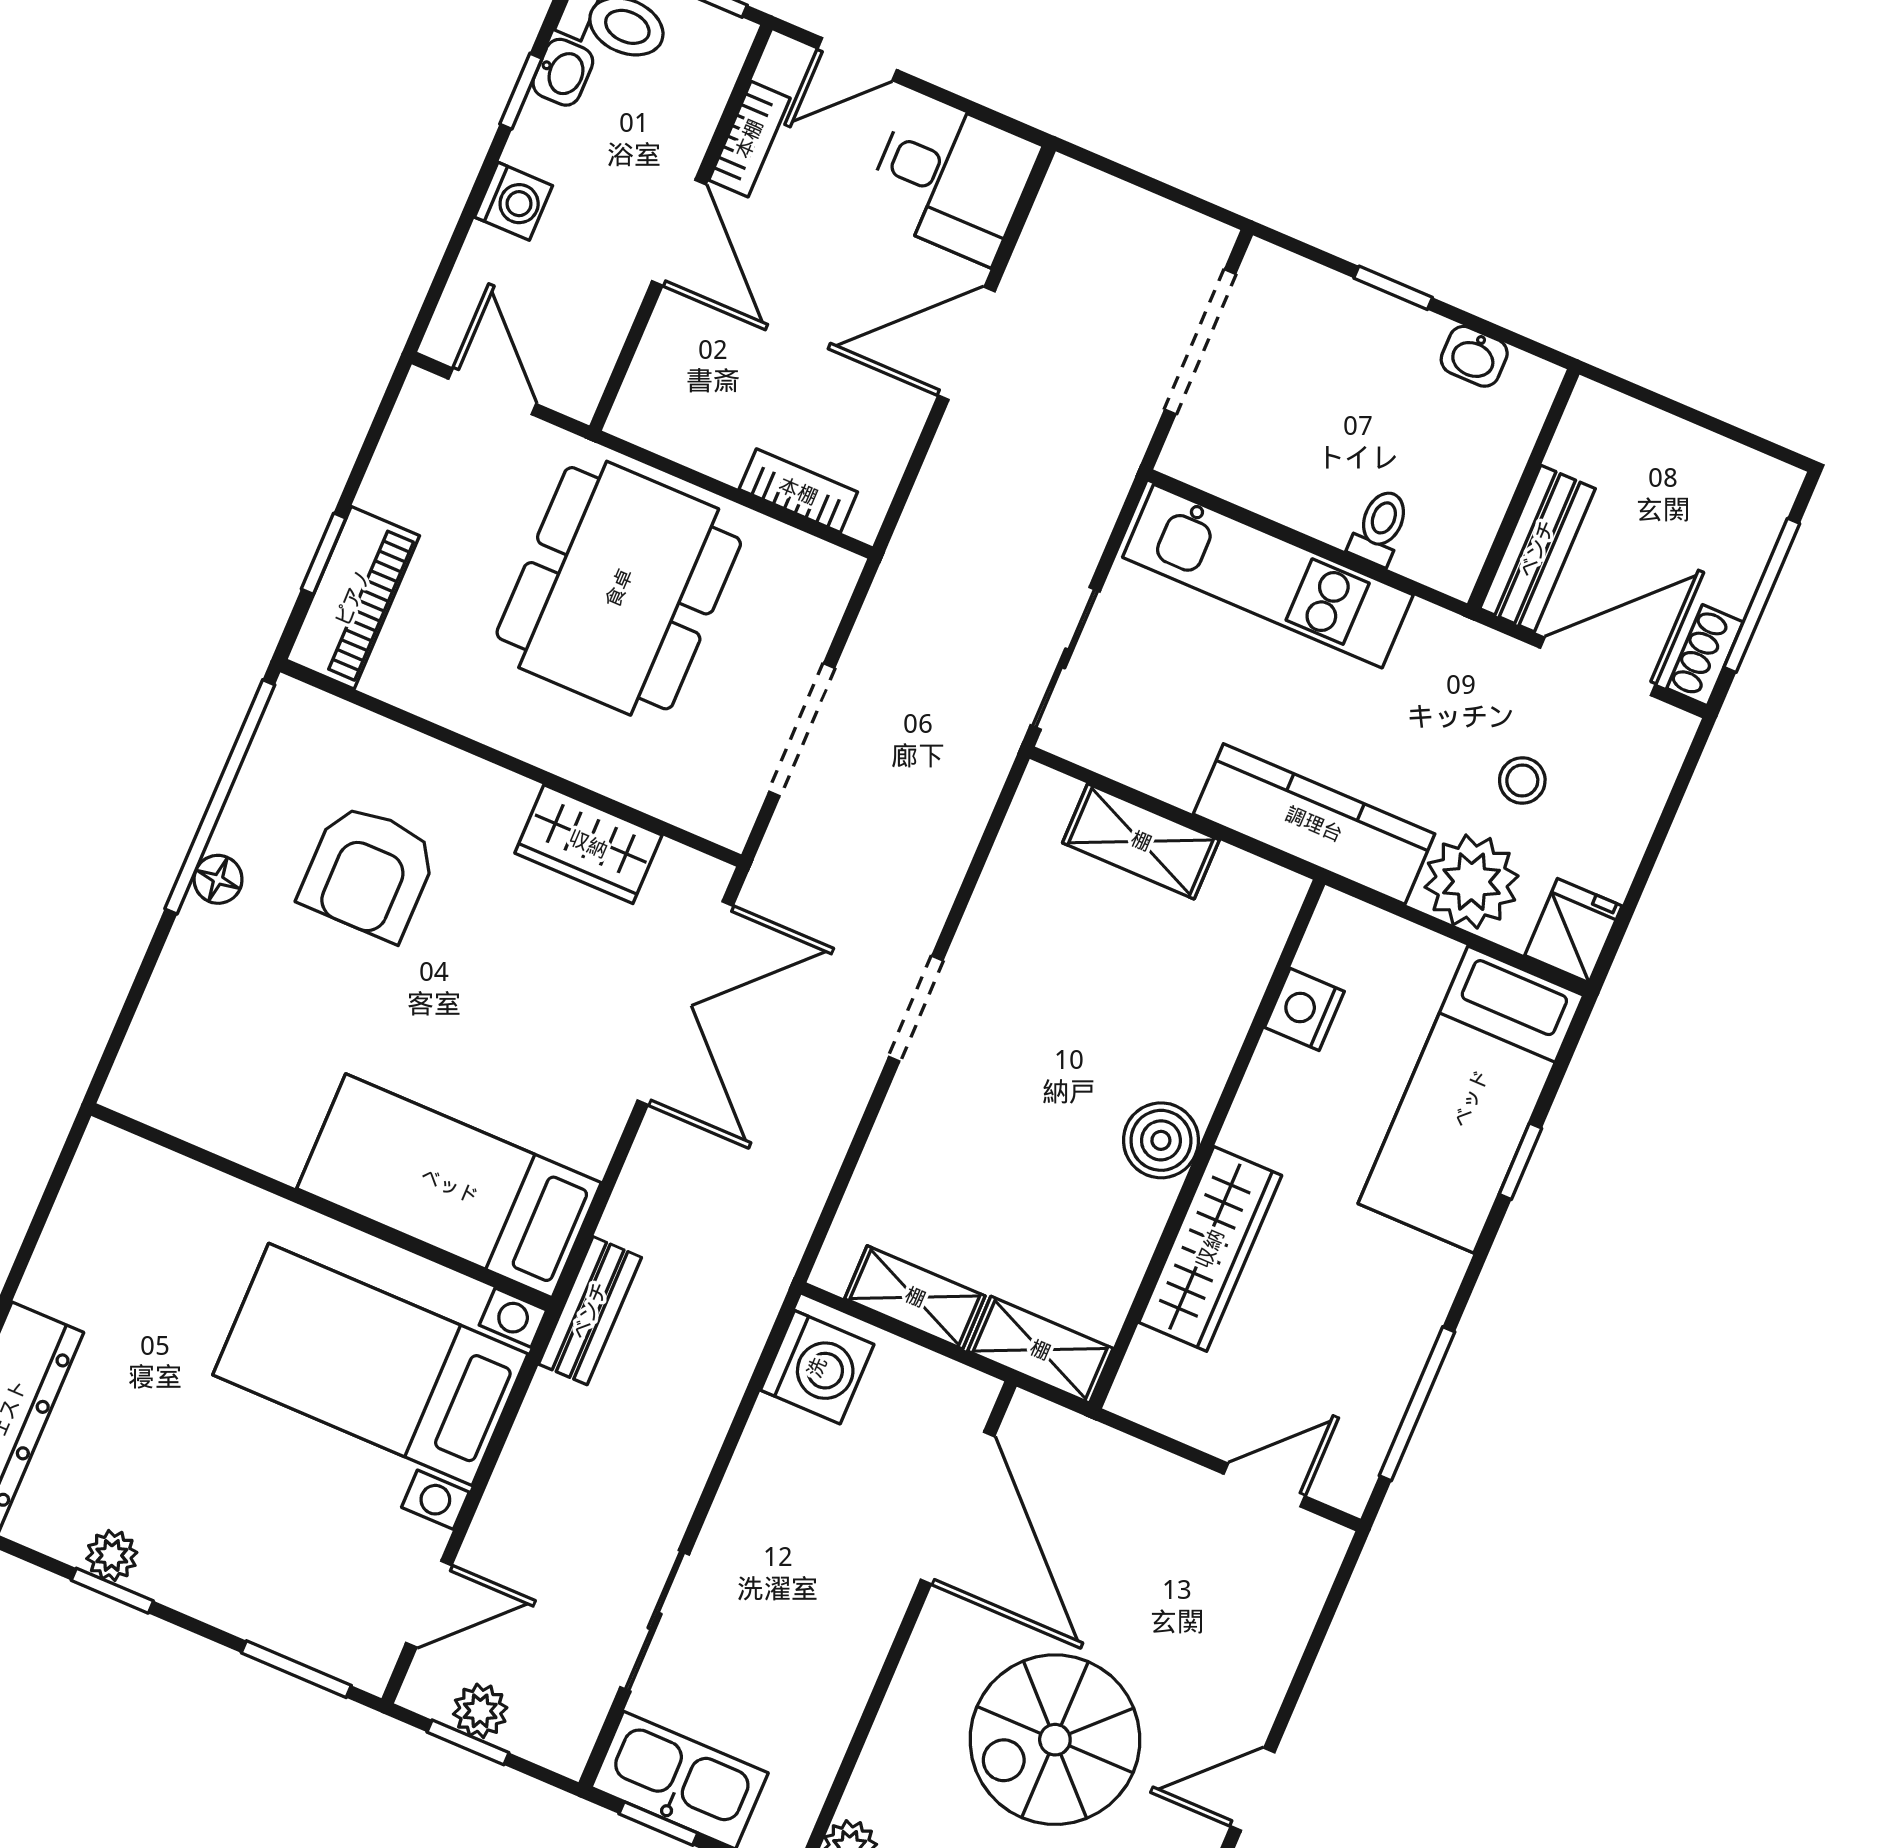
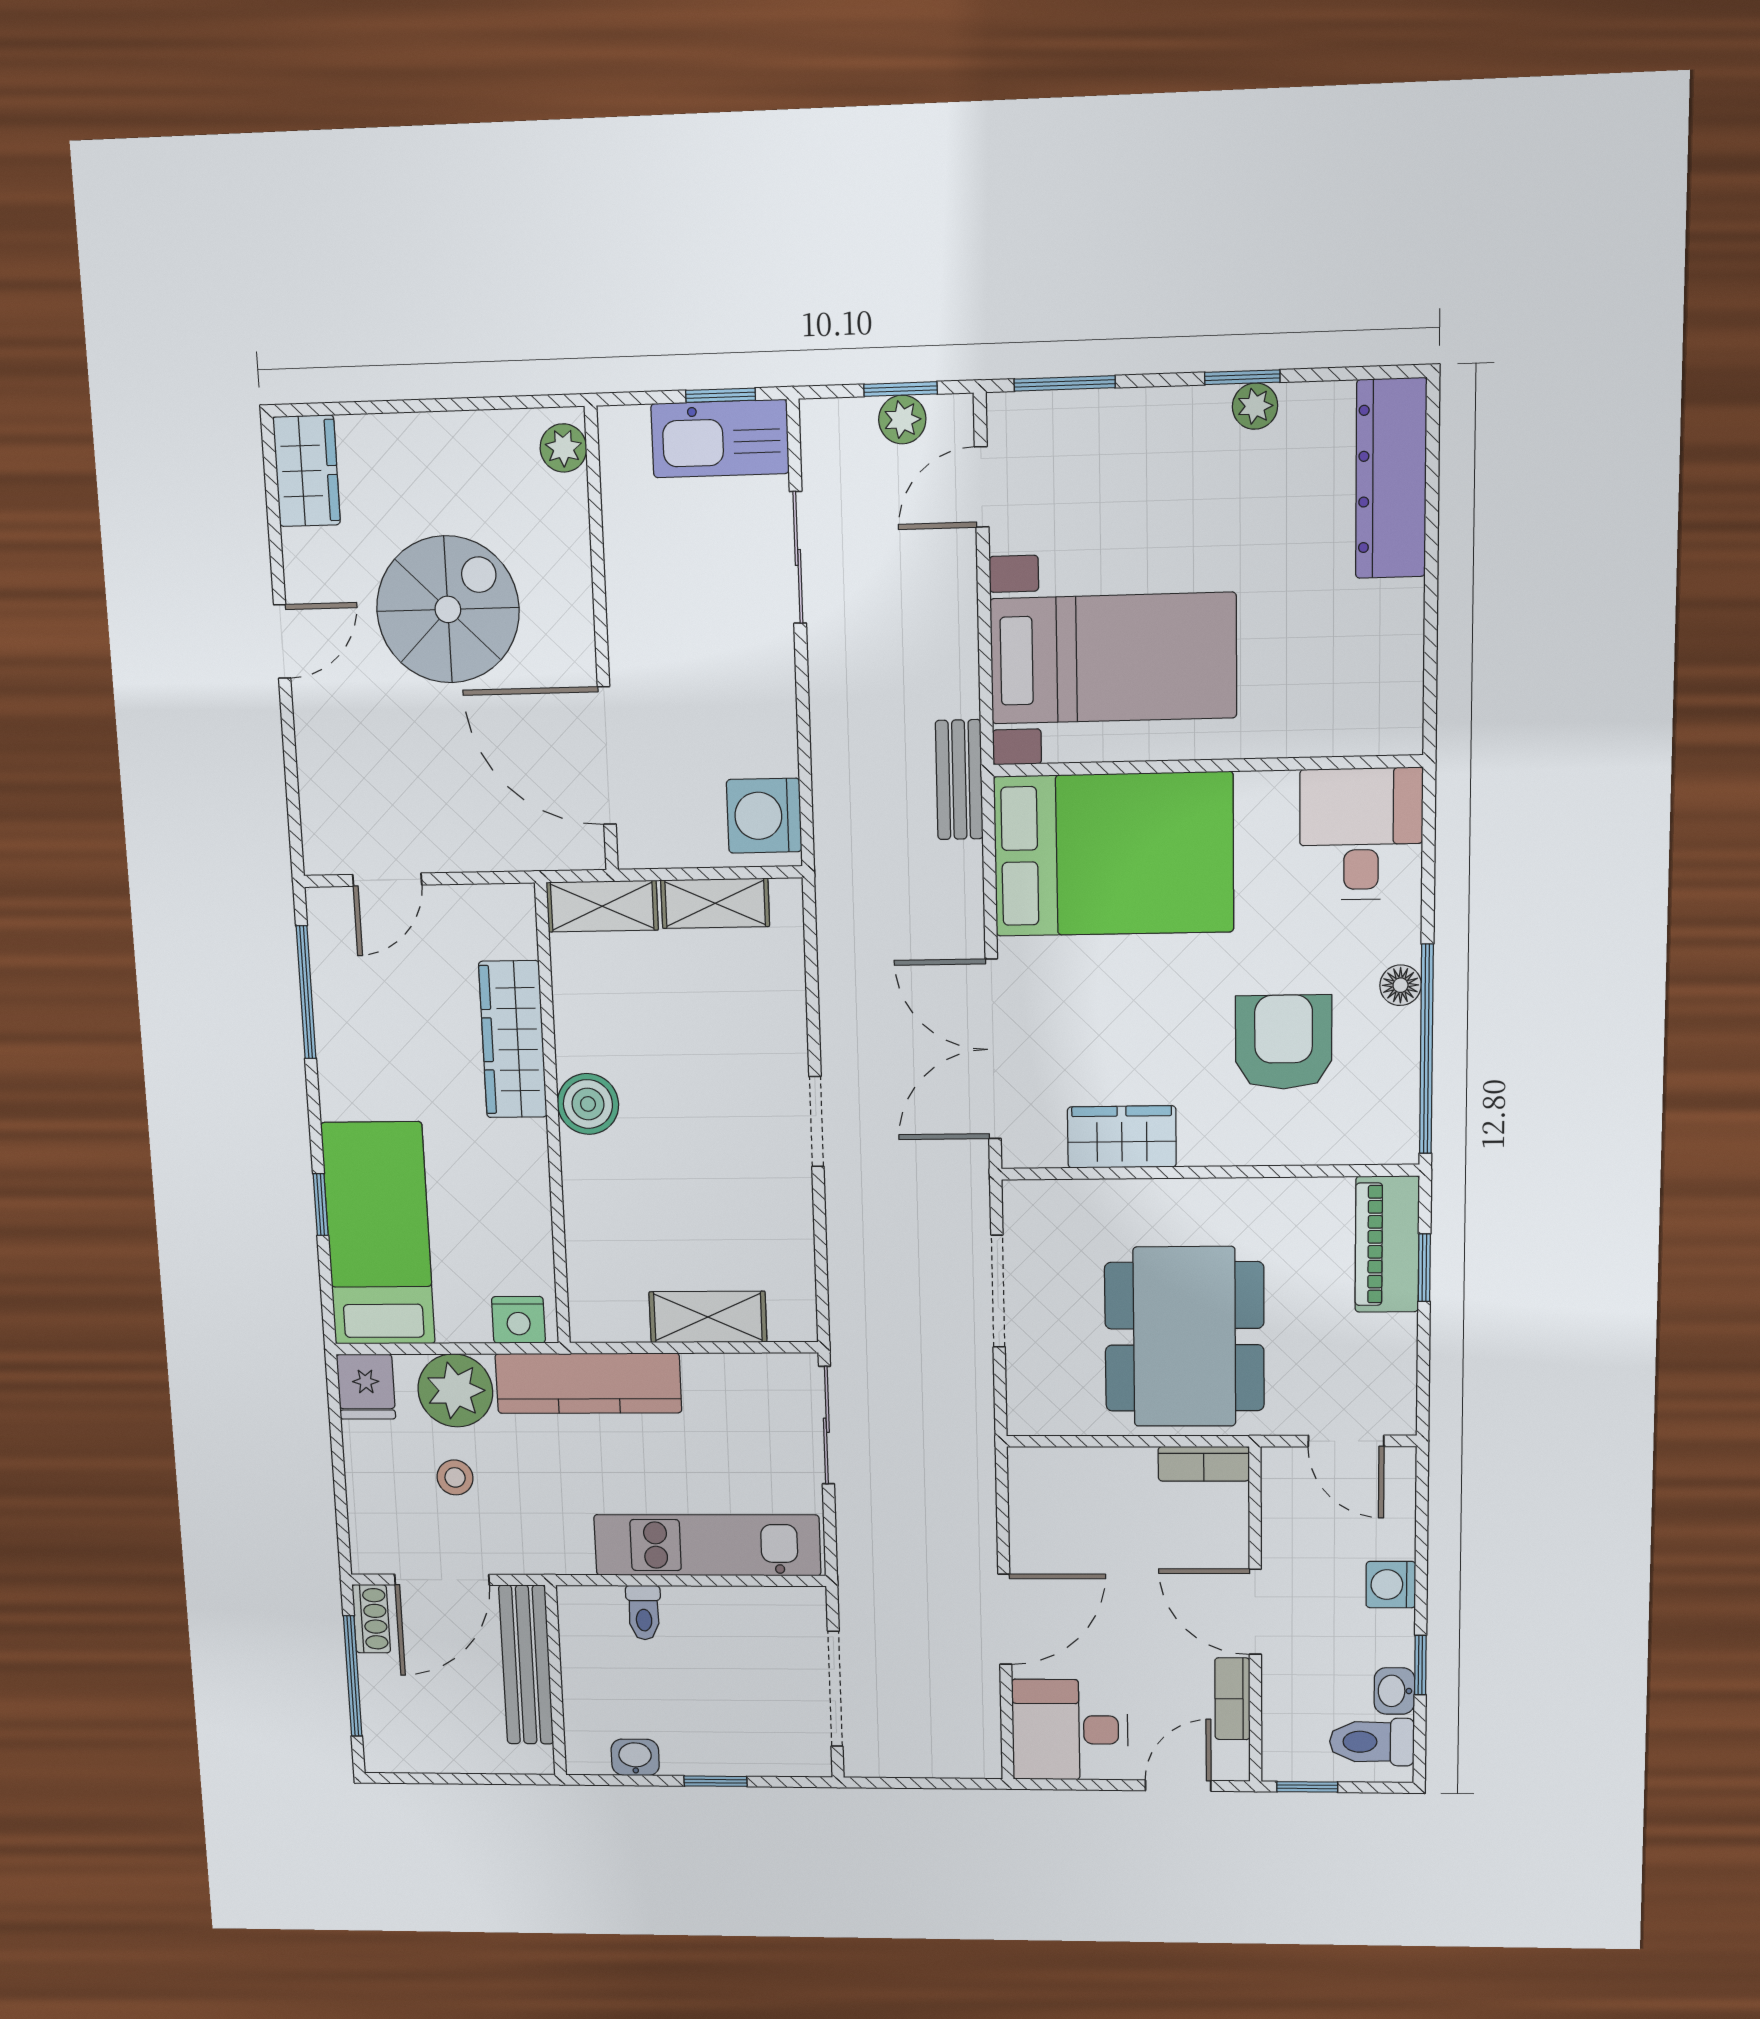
bookcase: (798, 491) -> (1204, 1464), moved
bench: (1537, 549) -> (526, 1665), width x1.36
nightstand: (1304, 1009) -> (518, 1320), moved, turned 90
desk: (191, 1061) -> (1361, 834), added
bed: (449, 1186) -> (1114, 854), width x1.50

